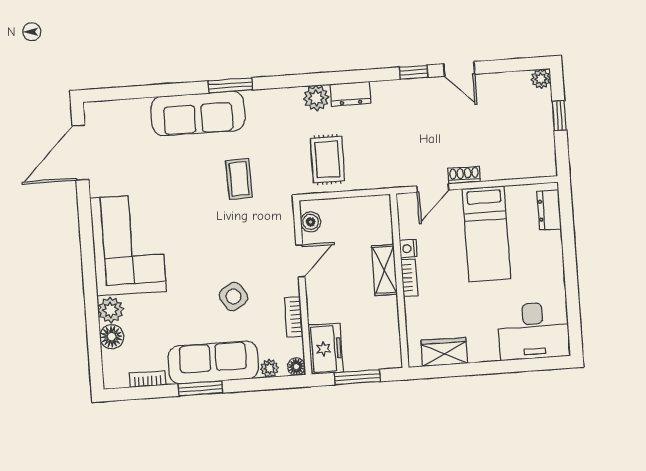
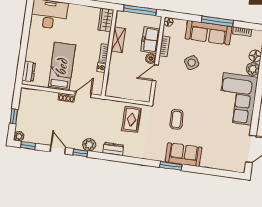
window: (519, 65) -> (28, 146), added
plant: (316, 98) -> (89, 145), moved
sofa: (198, 113) -> (184, 155), width x0.73
boiler: (311, 222) -> (151, 58), moved
shelving: (384, 270) -> (118, 40), moved
freezer: (326, 349) -> (150, 40), moved
wardrobe: (444, 352) -> (106, 20), moved, turned 90
plant: (269, 368) -> (182, 24), removed
window: (357, 377) -> (140, 10), width x1.44
window: (201, 388) -> (217, 21), width x1.44

